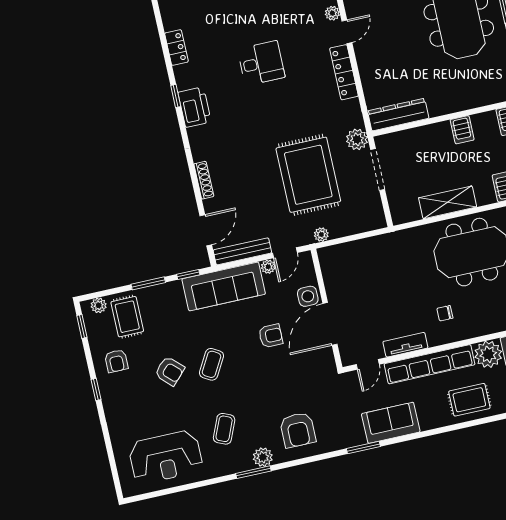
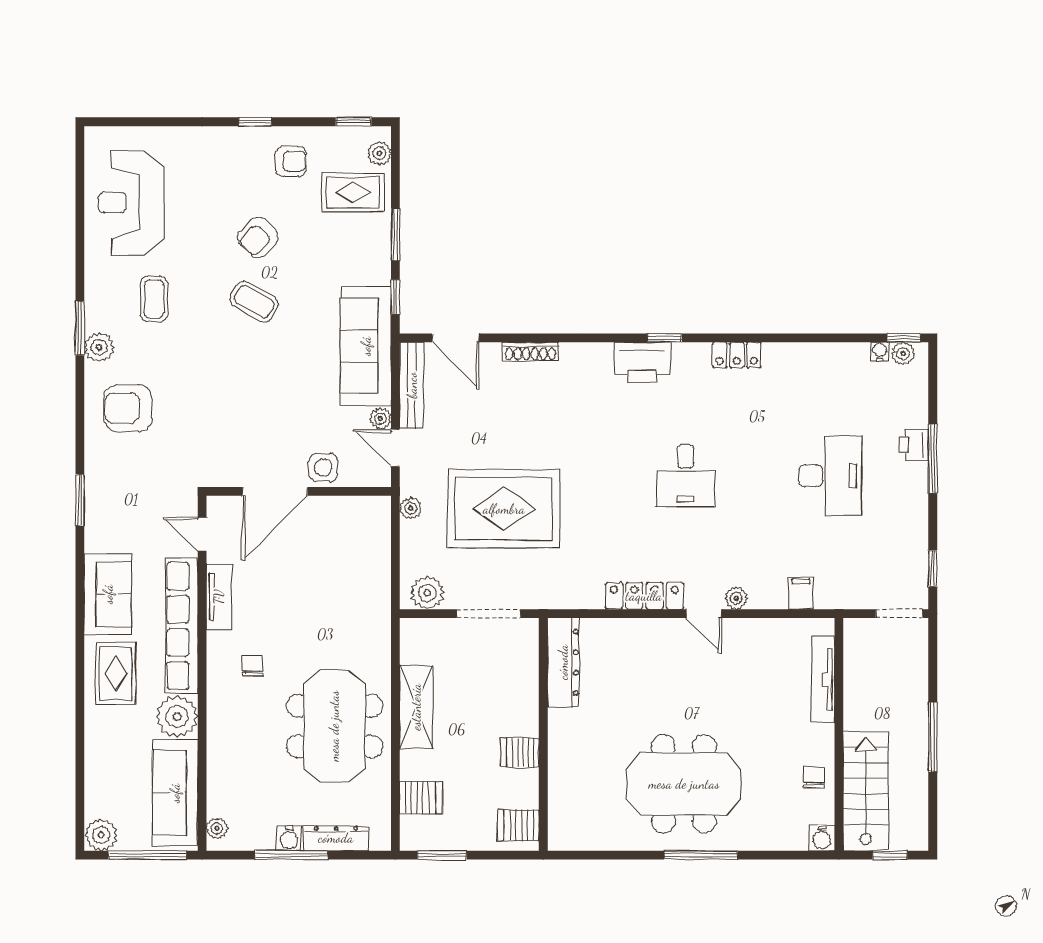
plant: (357, 139) -> (427, 593), moved
door: (330, 324) -> (275, 491), swing flipped
armchair: (271, 336) -> (277, 399), removed
armchair: (116, 361) -> (291, 161), turned 180
sofa: (391, 423) -> (108, 594), moved
coffee table: (224, 429) -> (154, 299), turned 67

